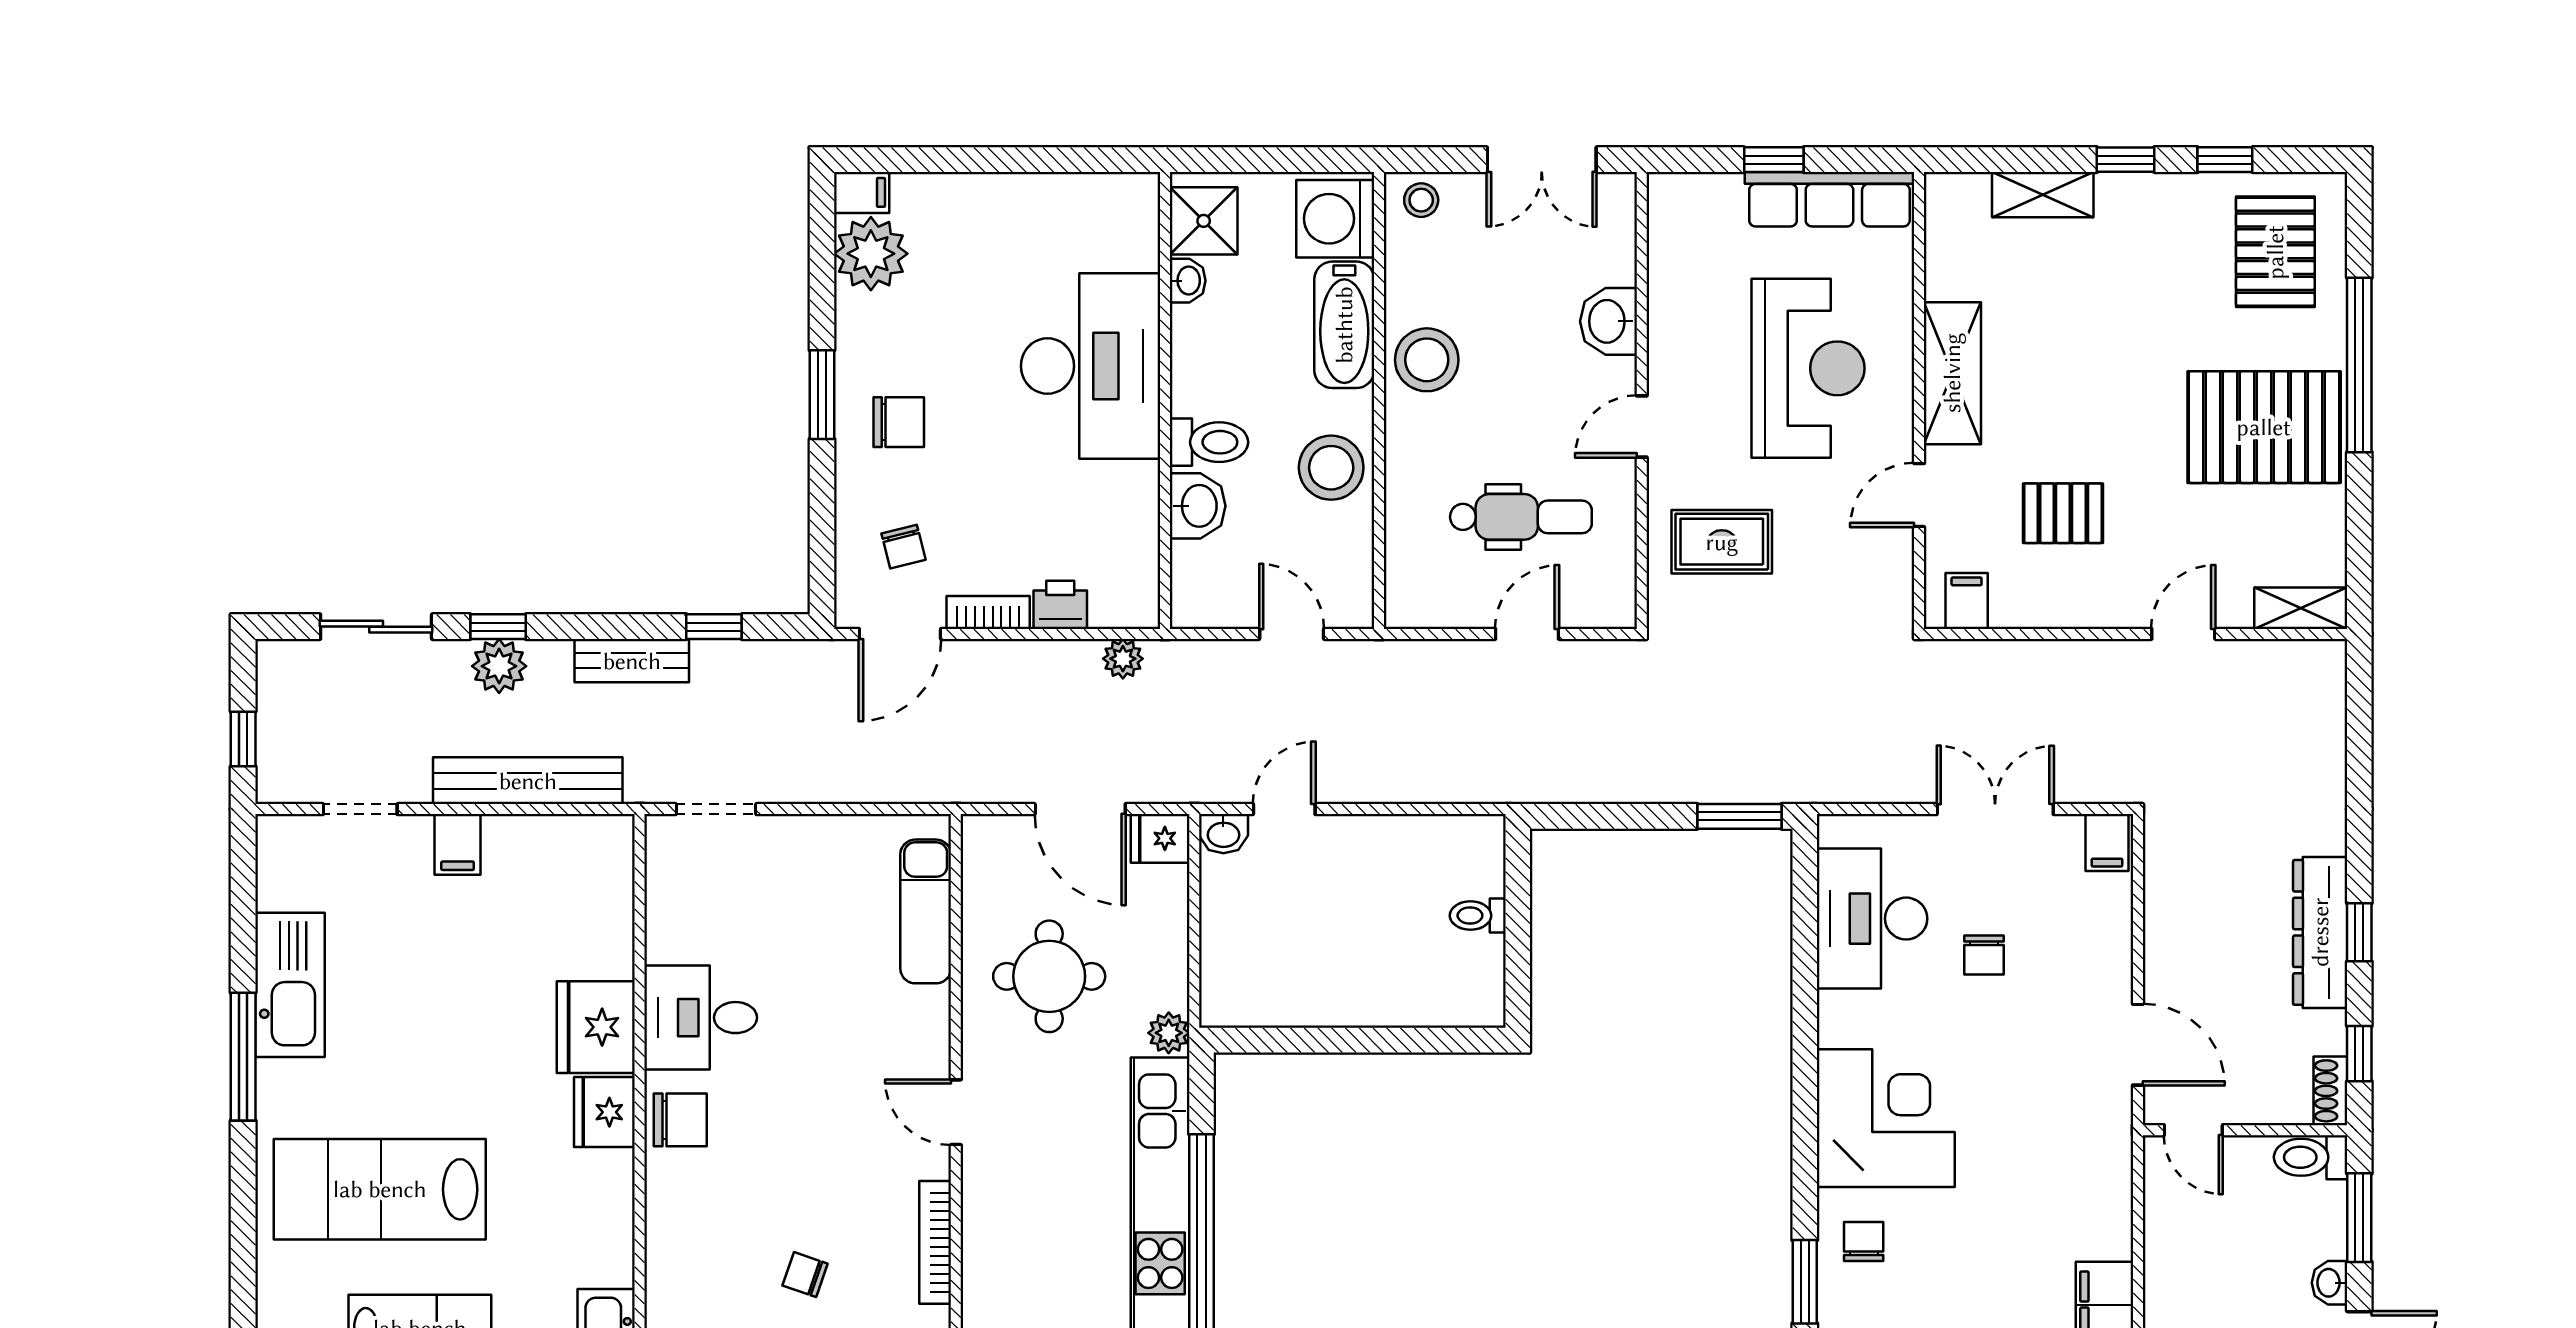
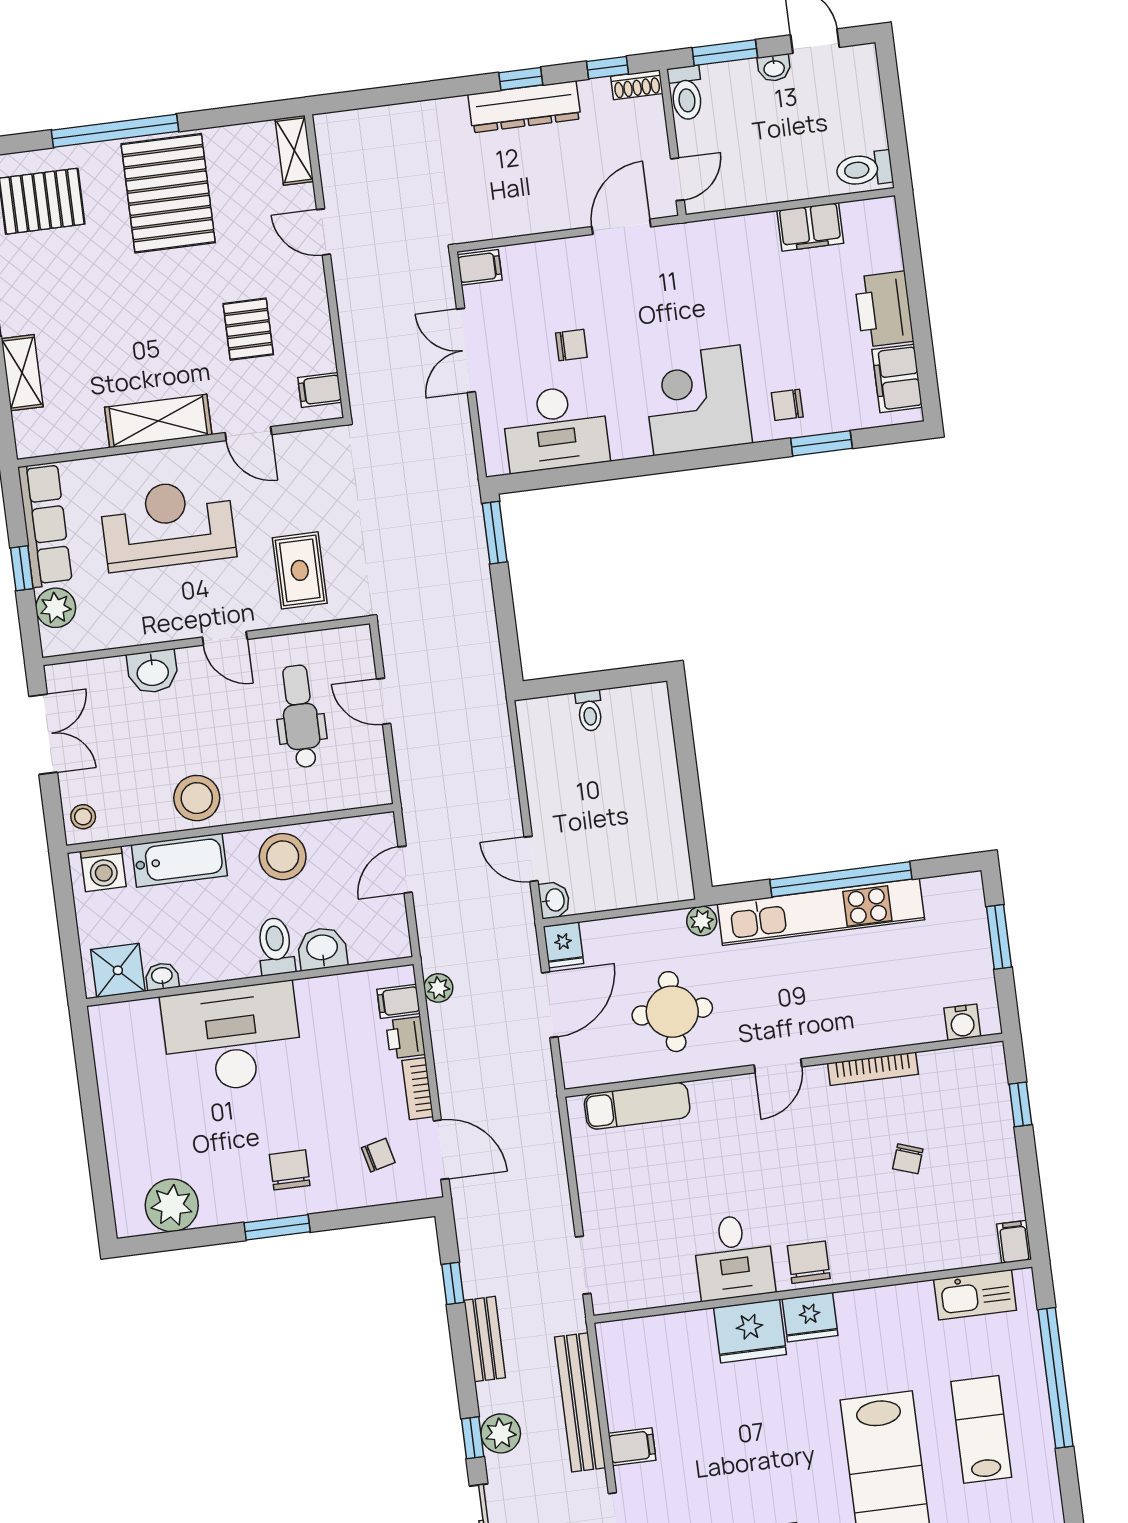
filing cabinet: (862, 192) -> (398, 1001), moved, turned -90
plant: (1713, 199) -> (56, 608), added
washing machine: (1335, 219) -> (103, 869), width x0.73, depth x0.73

